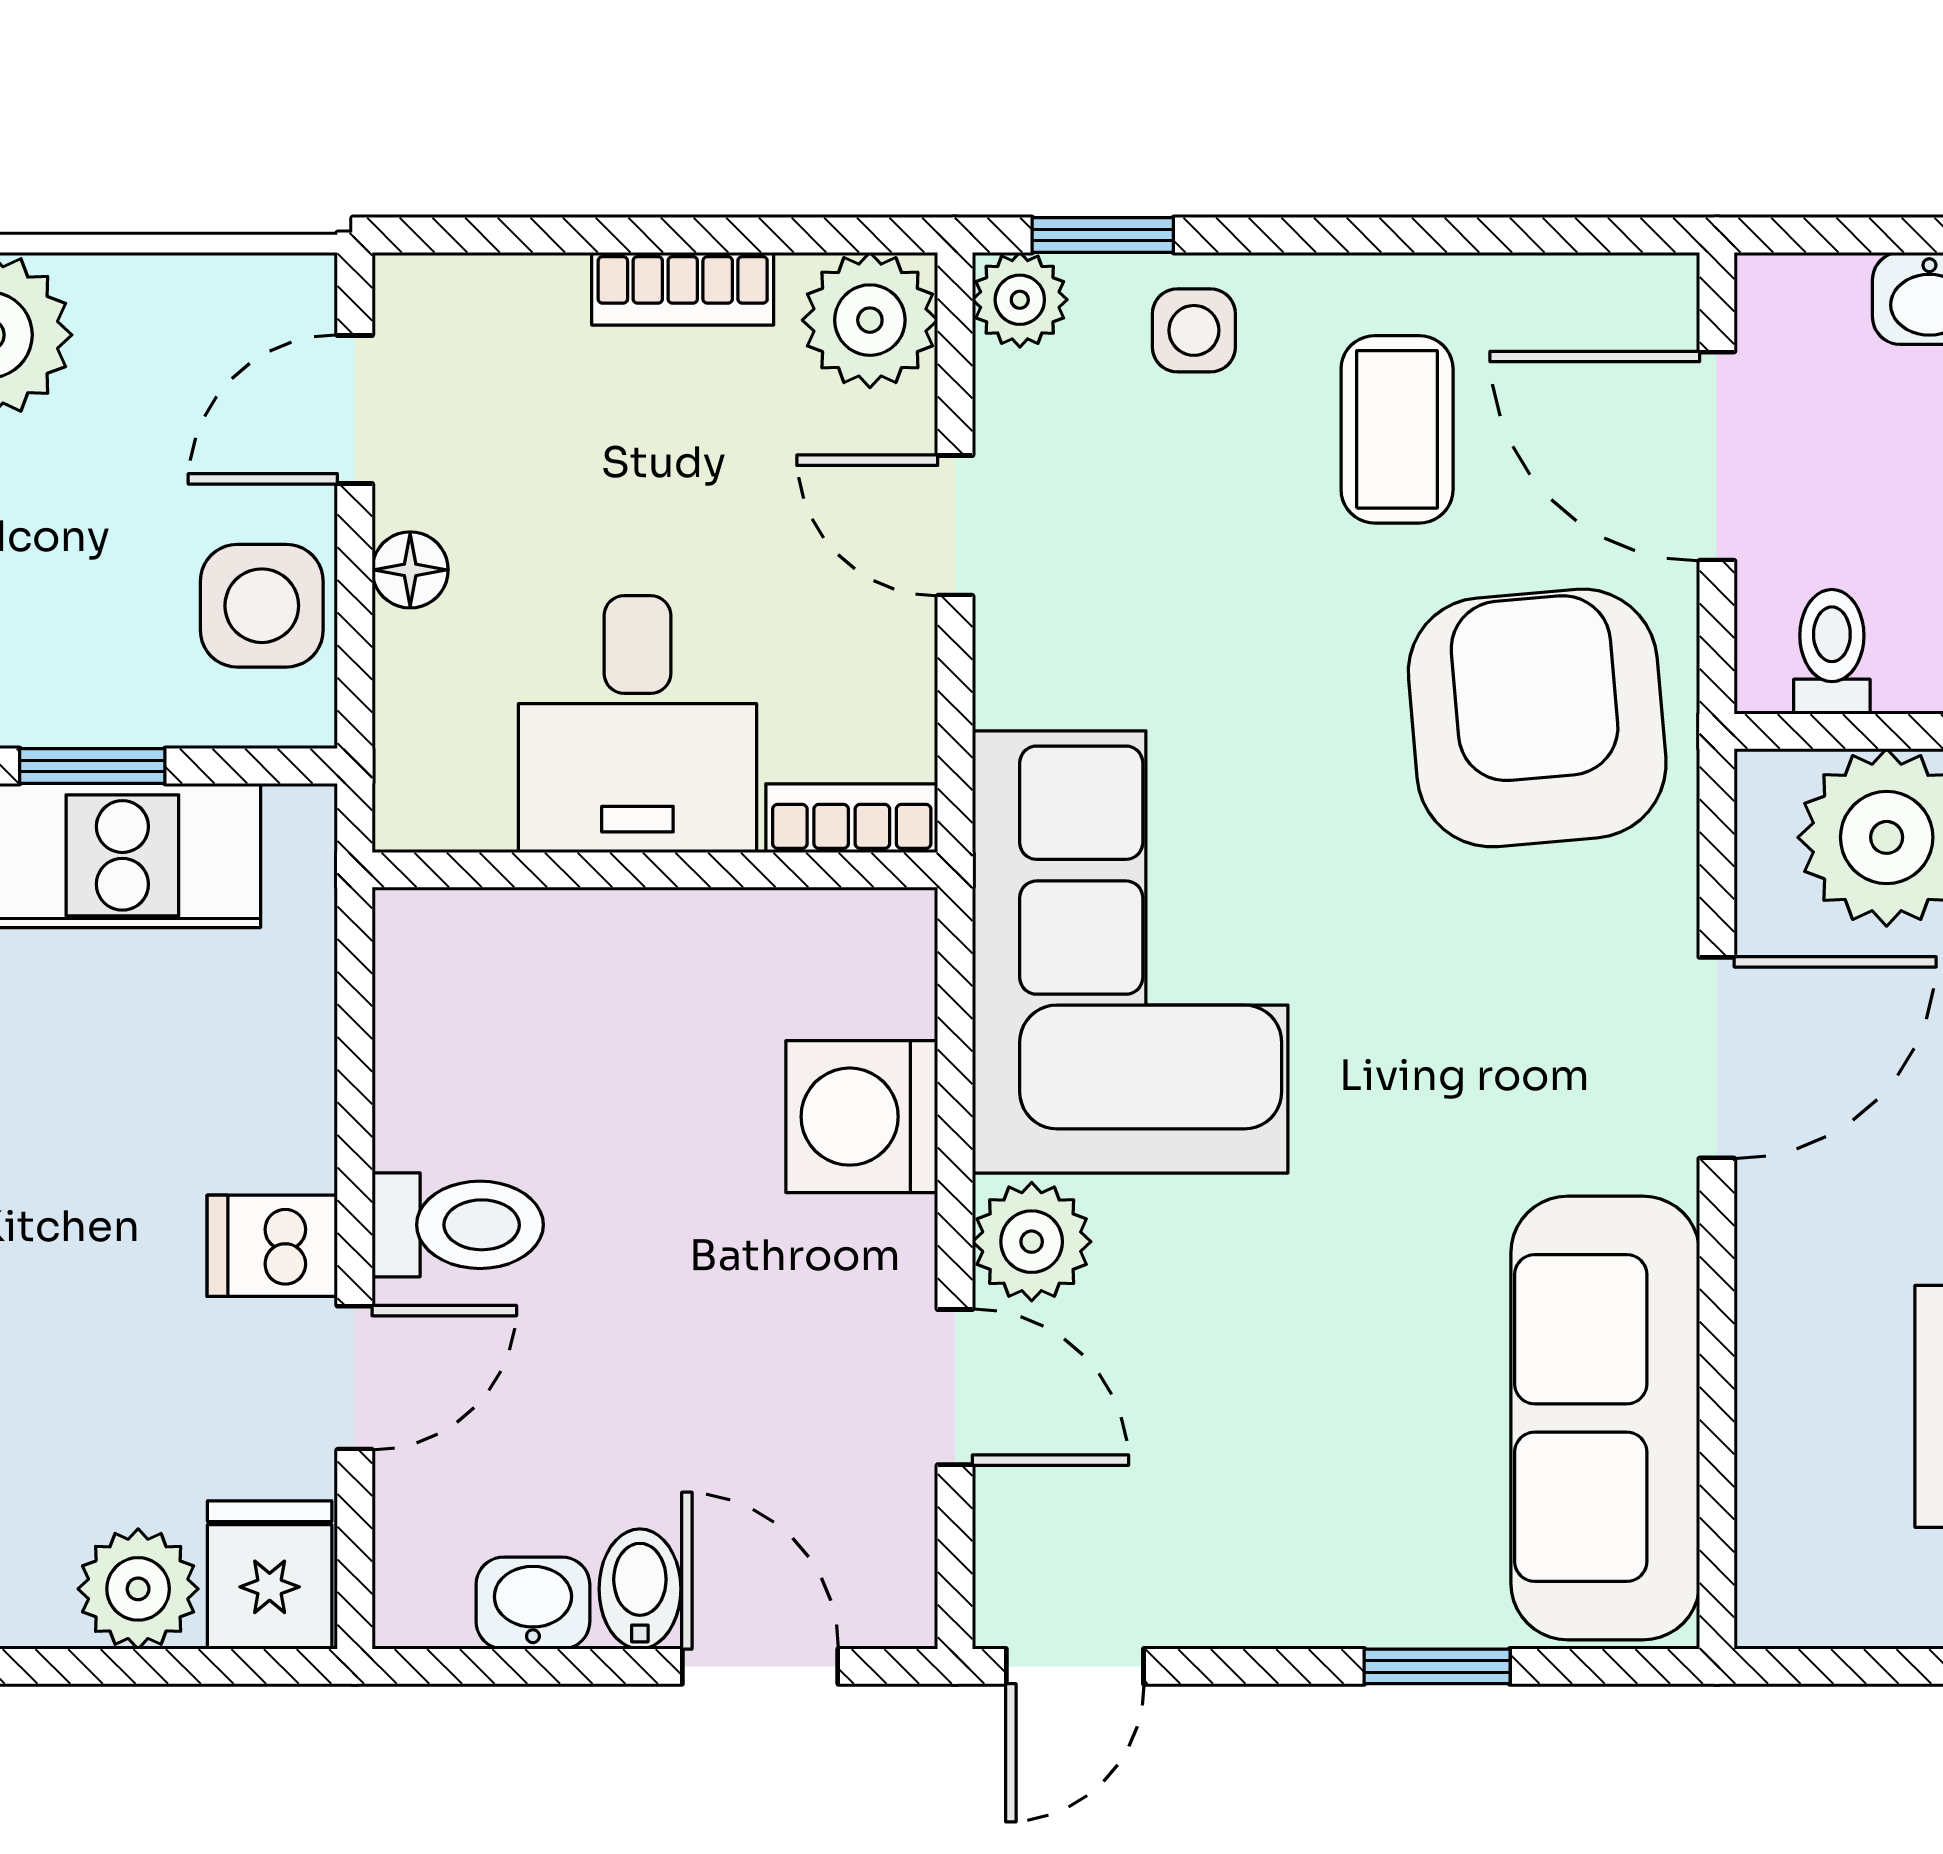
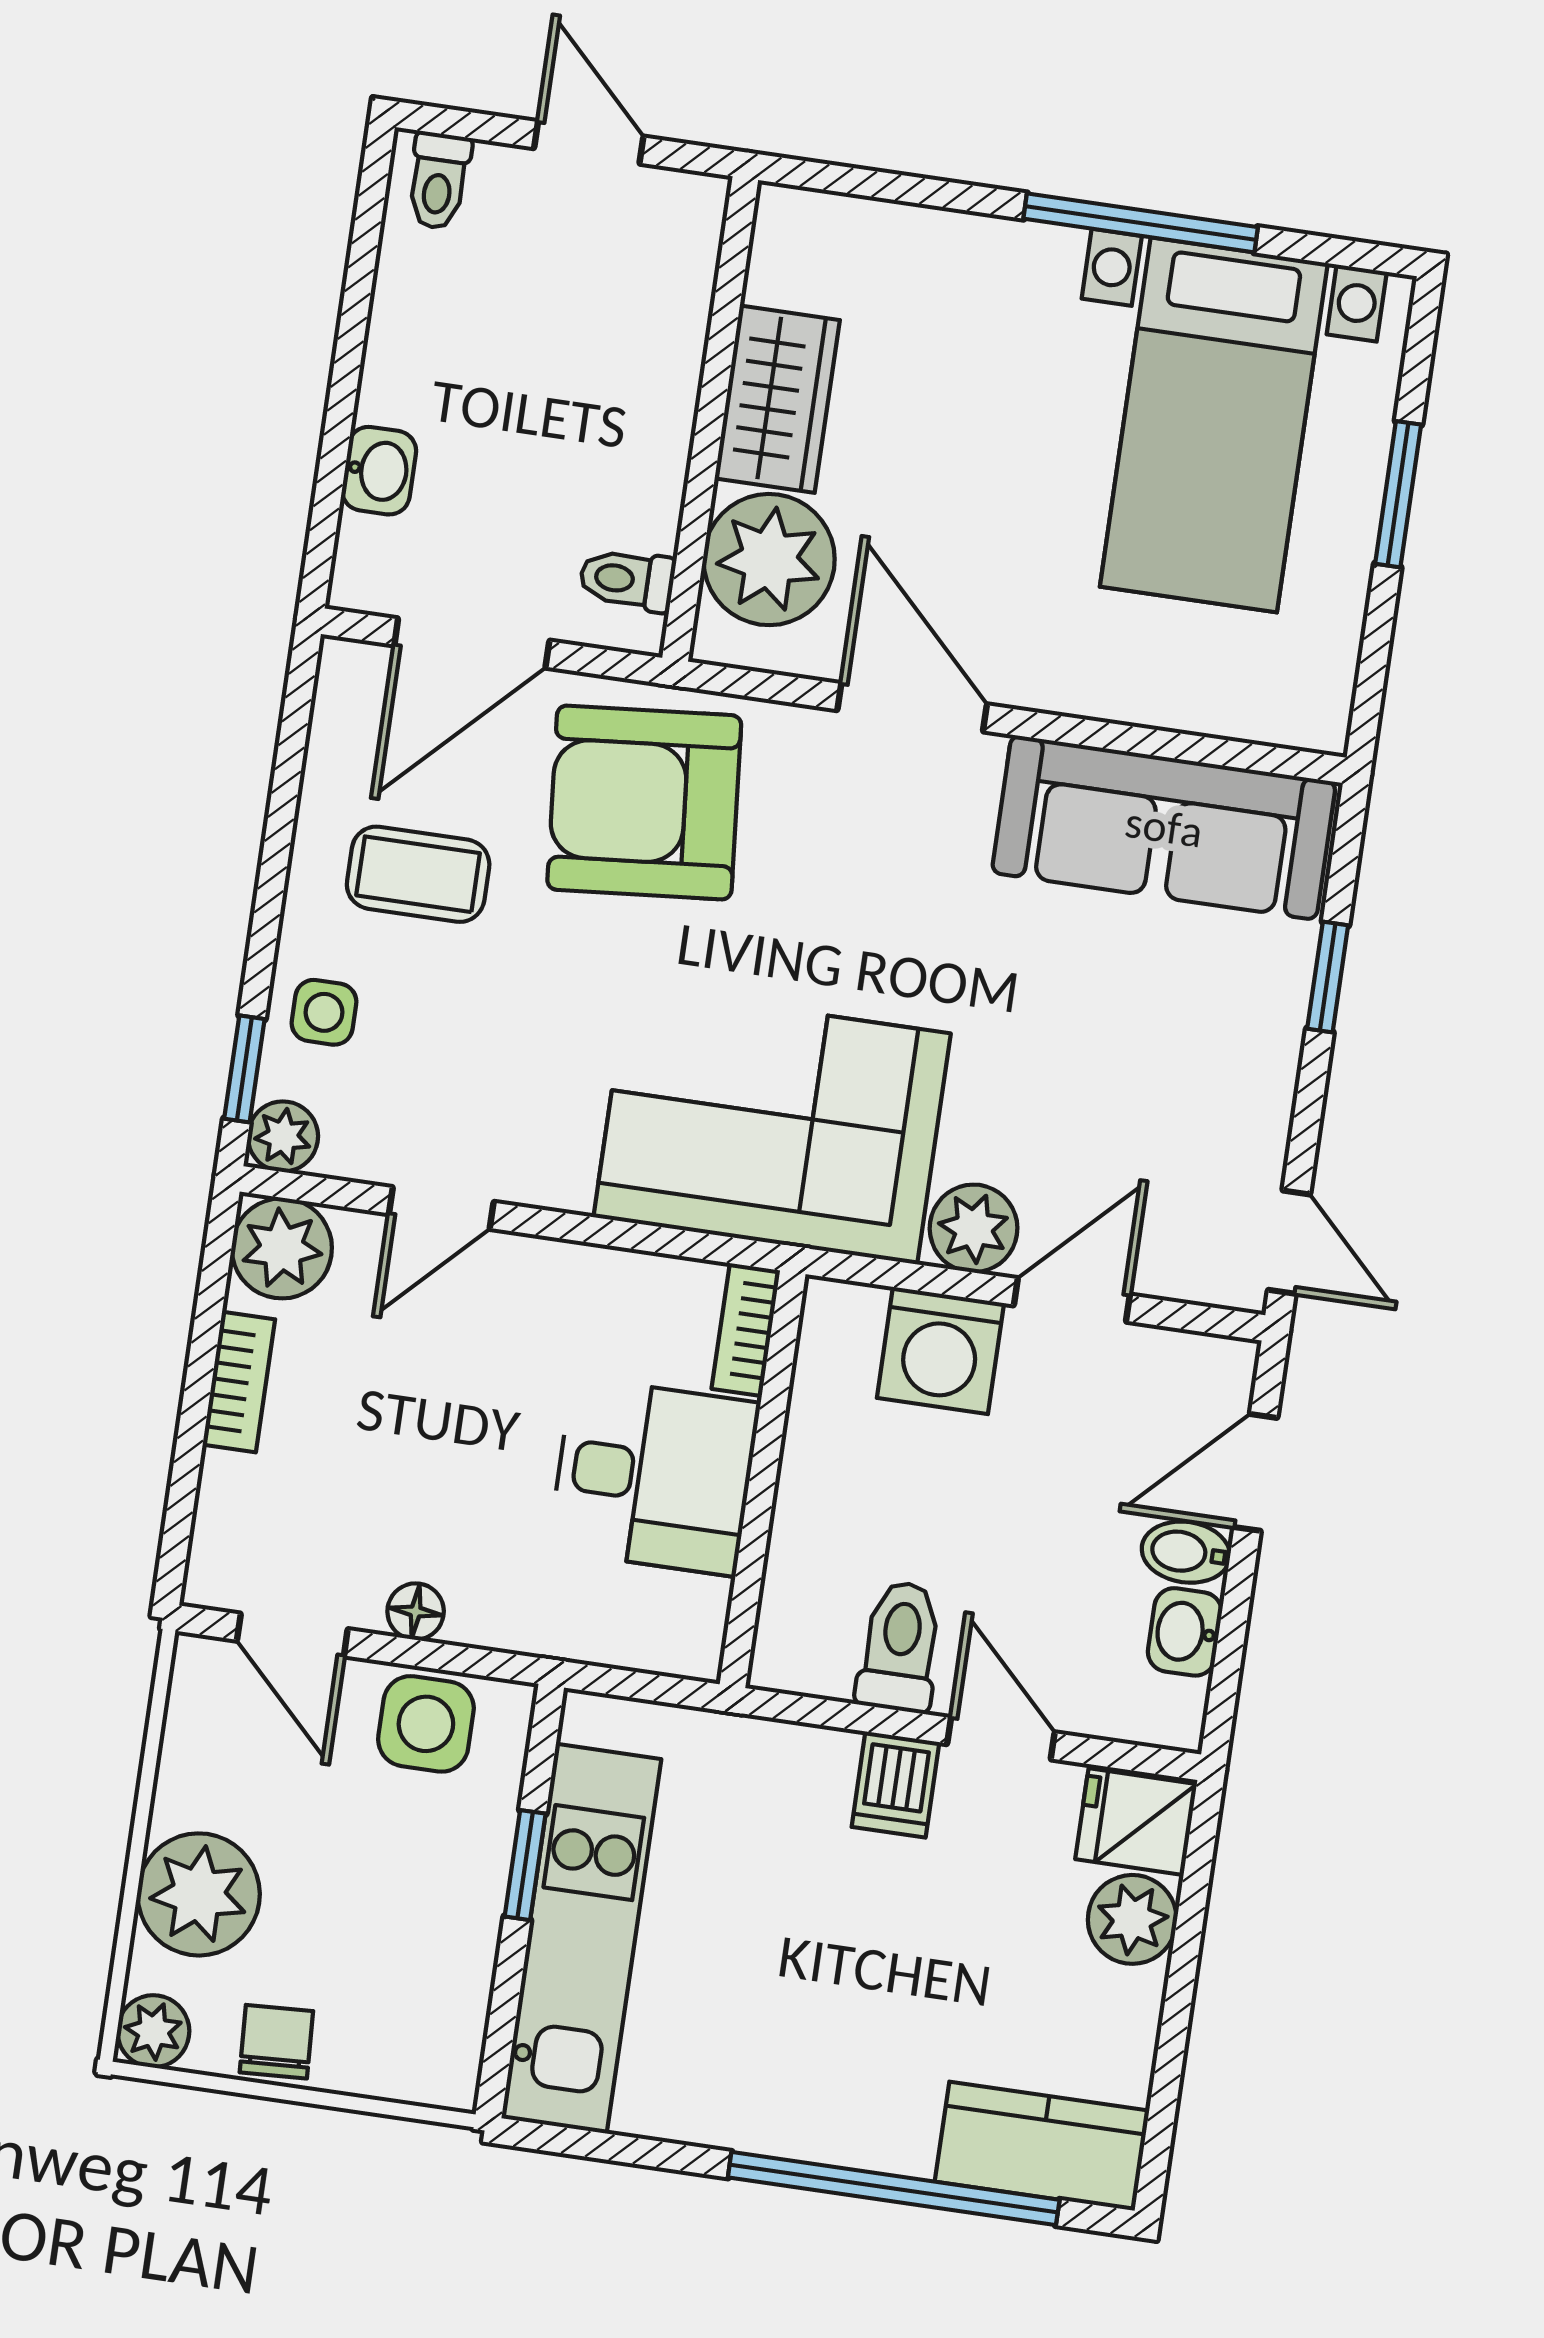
desk: (637, 724) -> (654, 1476), moved
bookcase: (852, 818) -> (746, 1330), moved
wall: (655, 870) -> (763, 1479), moved
washing machine: (862, 1117) -> (940, 1351), moved

